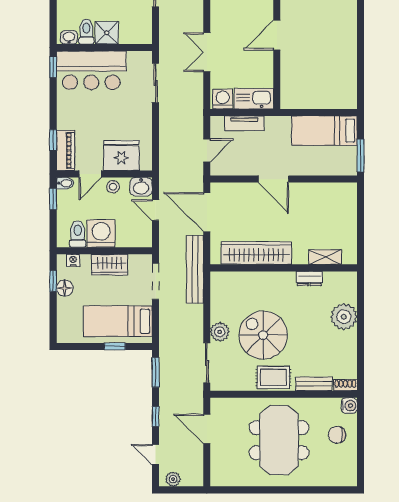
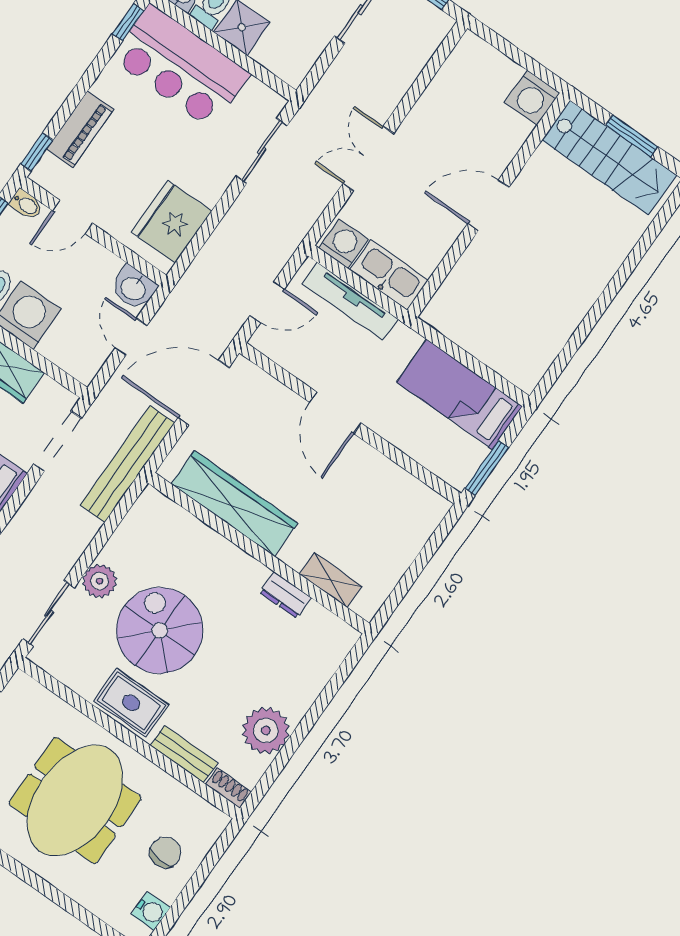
tv unit: (244, 123) -> (350, 301), width x1.41
window: (53, 140) -> (37, 152), moved
piano: (65, 150) -> (80, 129), moved
fridge: (121, 155) -> (172, 222), moved, turned -90
stool: (113, 187) -> (93, 259), removed
door: (207, 212) -> (204, 393), hinge flipped
plant: (344, 317) -> (266, 730), moved
water cooler: (349, 406) -> (151, 911), moved
chair: (337, 435) -> (165, 852), turned 94

